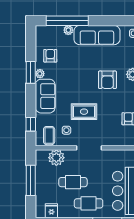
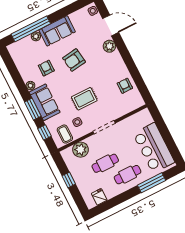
sofa: (97, 35) -> (57, 31), width x0.73
armchair: (50, 56) -> (46, 68), moved
window: (31, 72) -> (33, 109), moved
armchair: (107, 80) -> (74, 60), moved, turned 82
window: (31, 180) -> (69, 180), width x0.46

